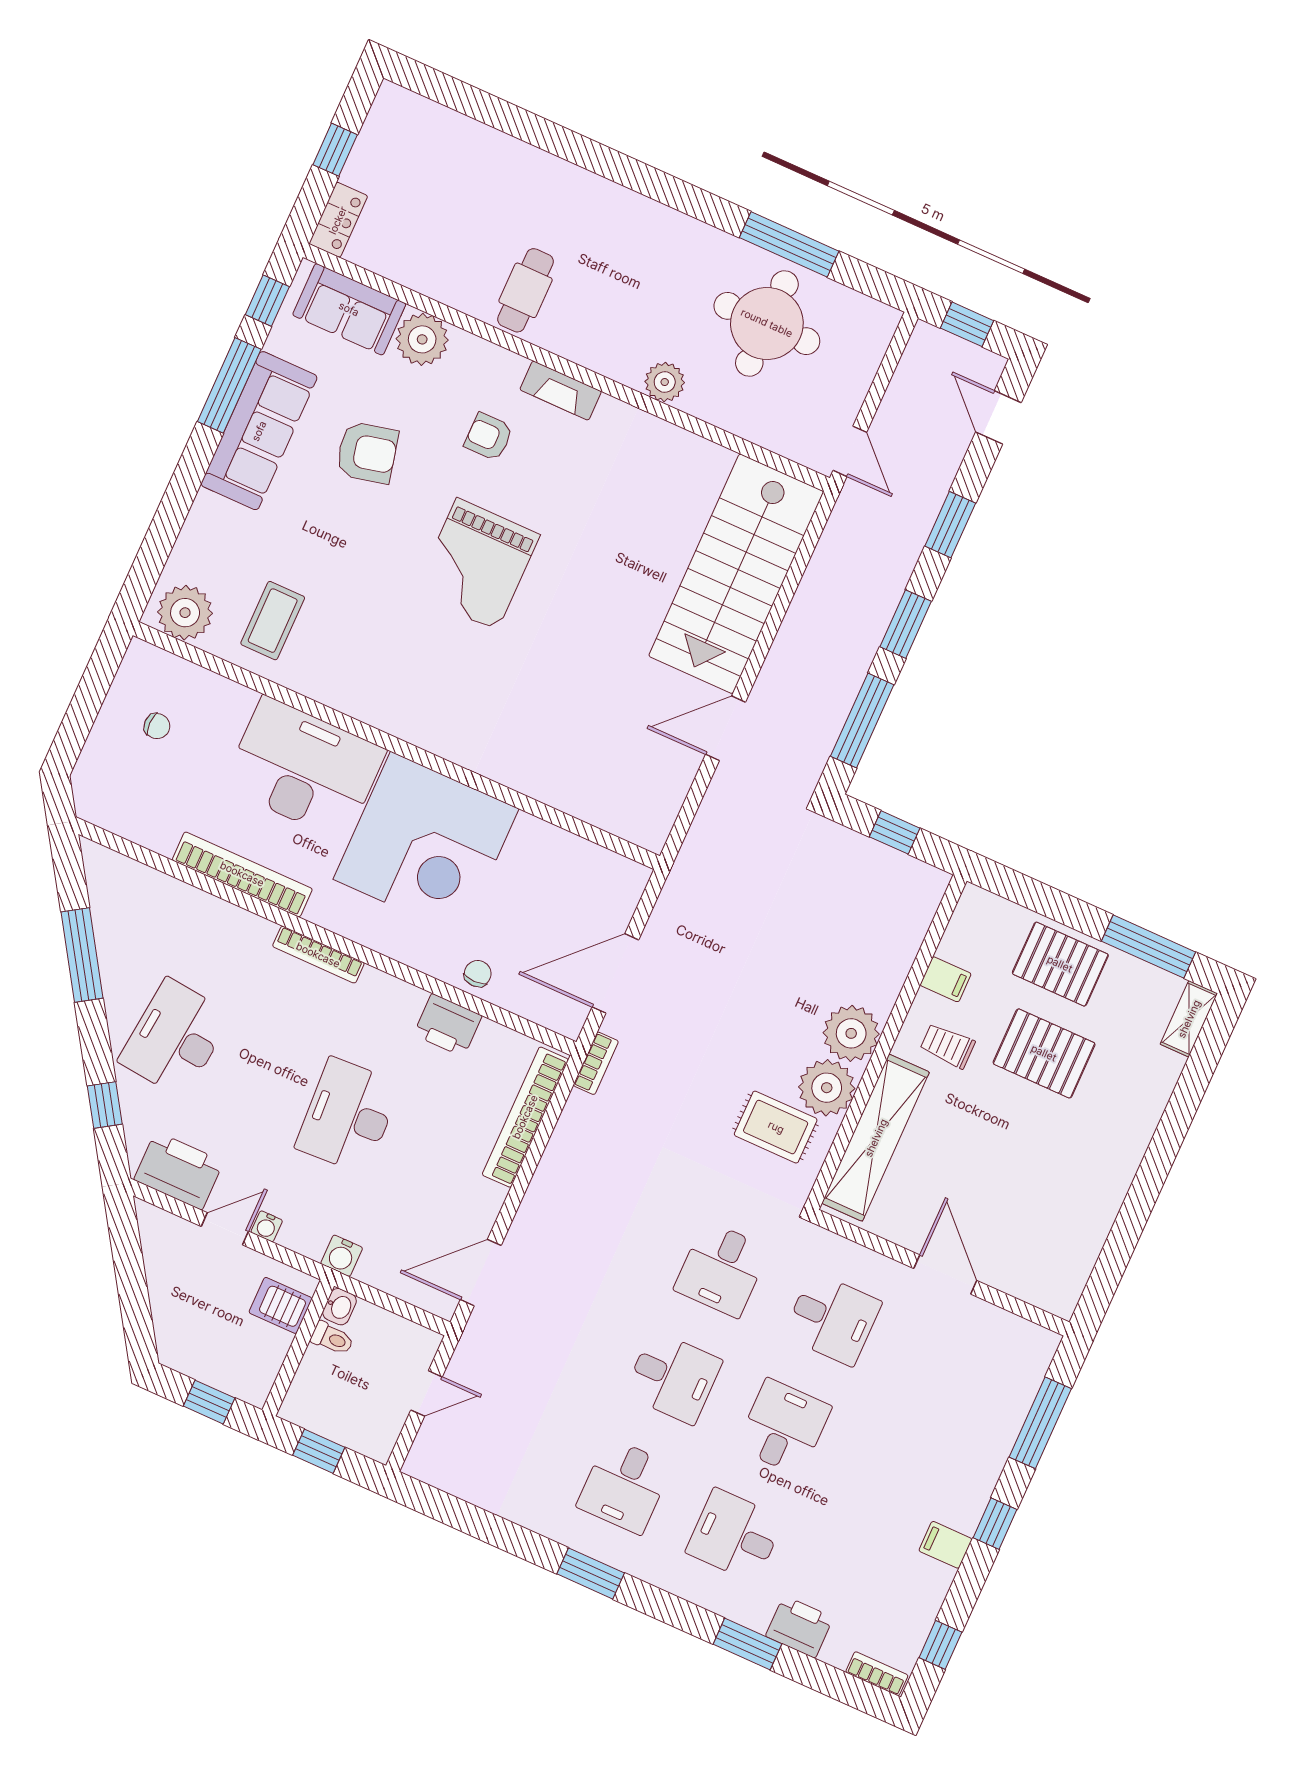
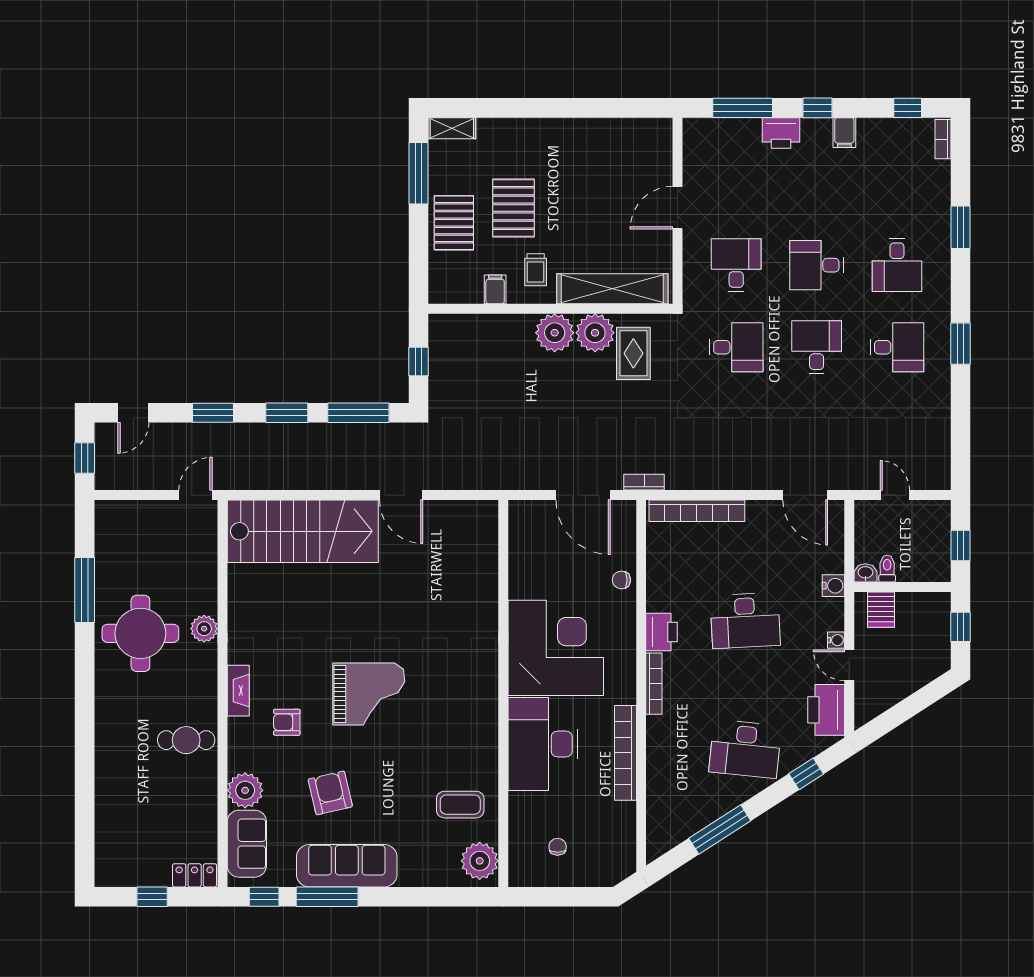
round table: (767, 323) -> (140, 633), moved
armchair: (489, 437) -> (287, 722), turned 90
printer: (448, 1025) -> (662, 632), moved
printer: (799, 1627) -> (781, 133), moved, turned -90

